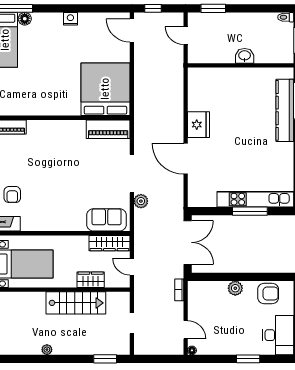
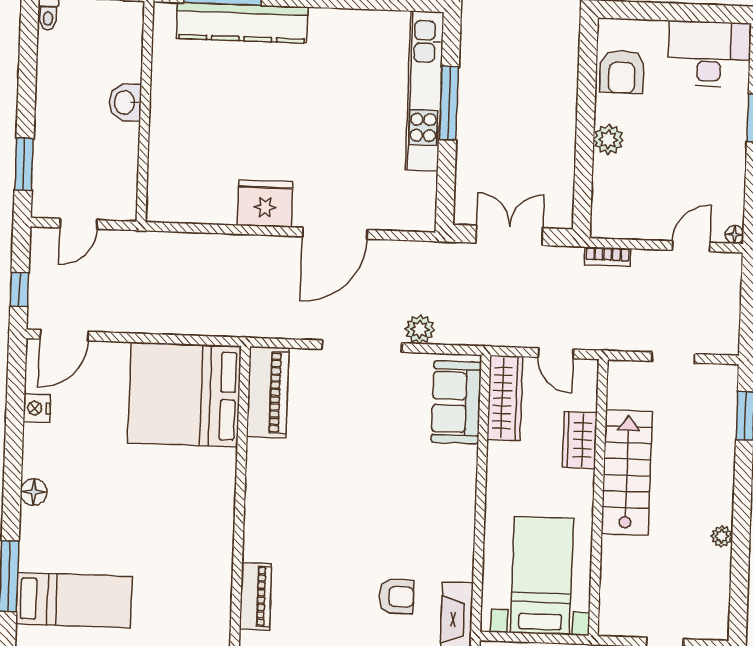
floor lamp: (25, 19) -> (34, 492), moved
nightstand: (70, 19) -> (37, 408), moved
double door: (188, 242) -> (509, 235), width x0.73
door: (132, 267) -> (556, 353), hinge flipped
armchair: (268, 293) -> (622, 72), turned 180

